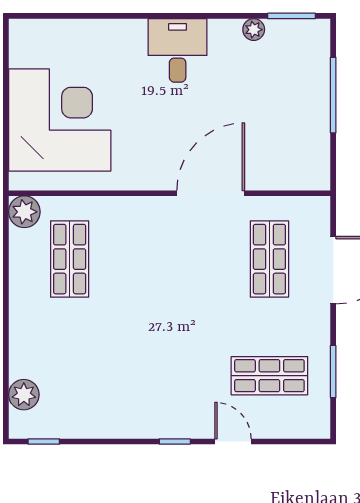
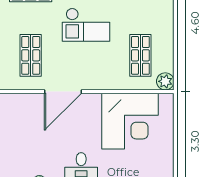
corner desk: (60, 120) -> (130, 121), moved, turned -90
checkout: (169, 315) -> (86, 25), added

